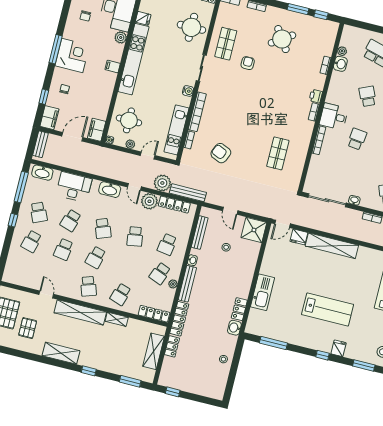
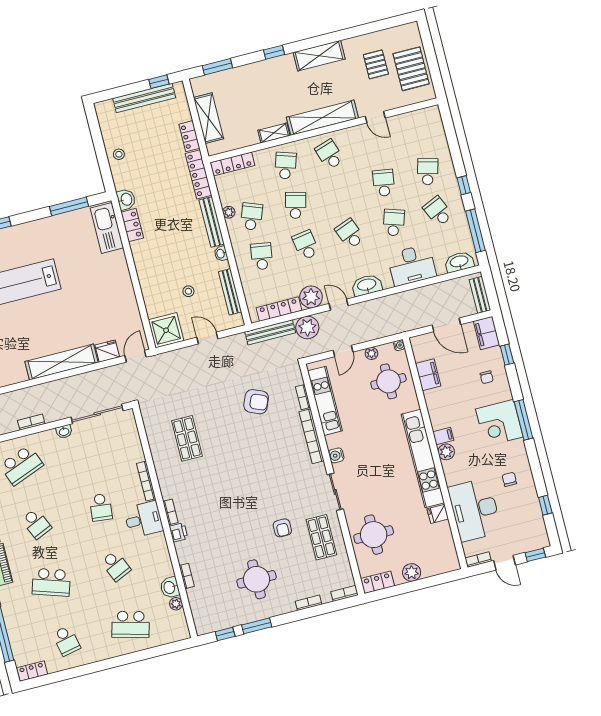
plant: (121, 37) -> (446, 452), moved
round table: (282, 39) -> (257, 579), turned 34
filing cabinet: (97, 130) -> (428, 375), moved
door: (72, 137) -> (446, 325), hinge flipped
school desk: (96, 257) -> (296, 205), moved
kitchen sink: (263, 292) -> (107, 228), moved
bench: (188, 386) -> (144, 98), added

